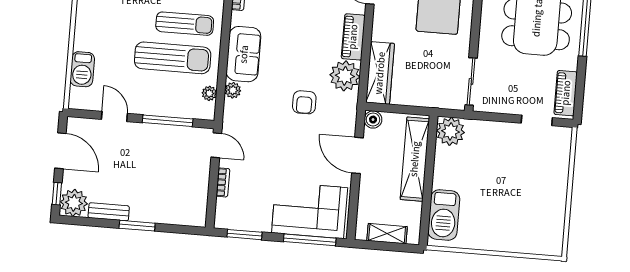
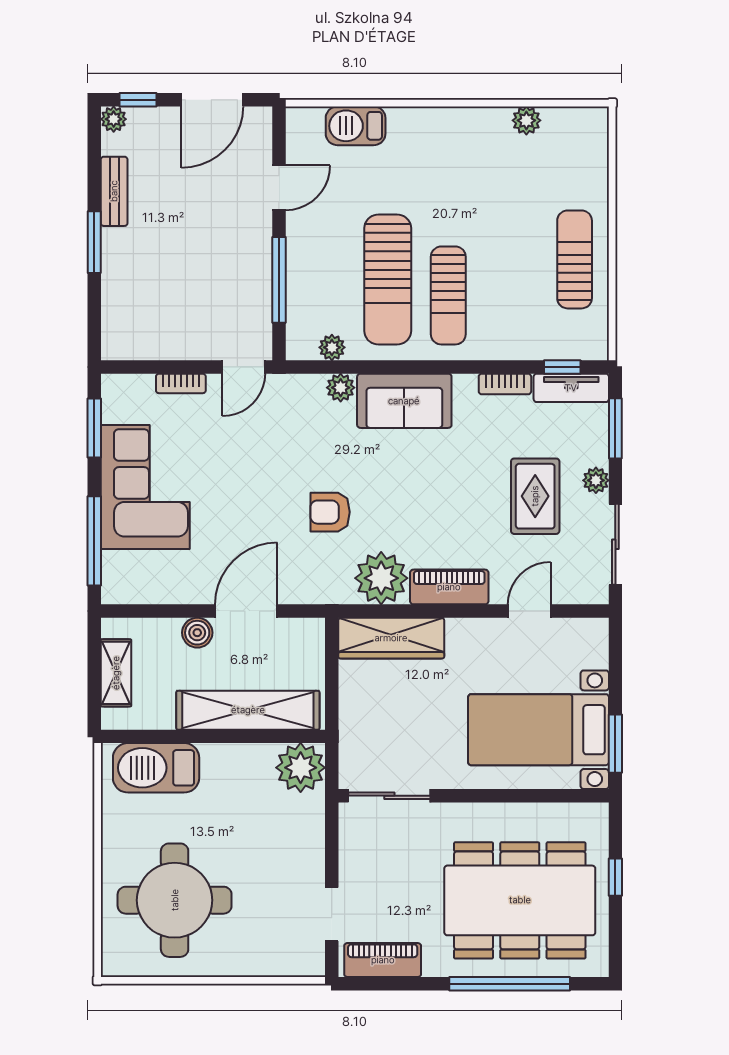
boiler: (373, 120) -> (197, 633), moved
plant: (74, 203) -> (114, 119), width x0.53, depth x0.53
corner sofa: (310, 210) -> (145, 487), moved
round table: (521, 211) -> (175, 900), added

